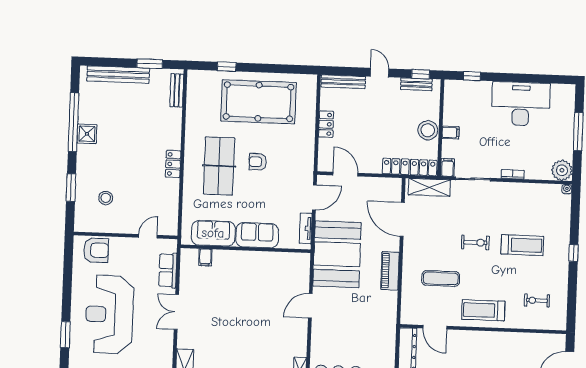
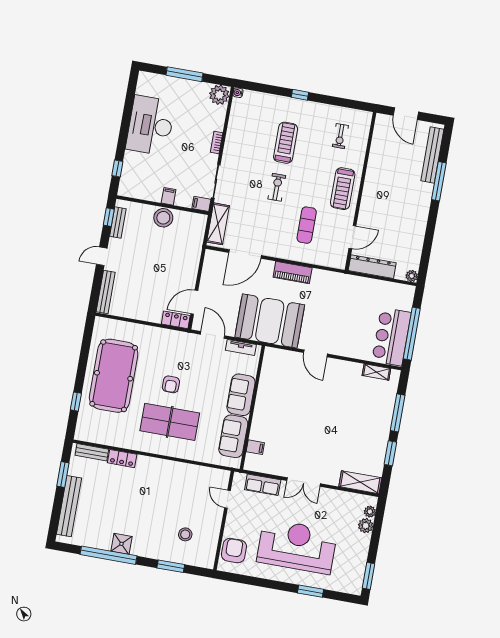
locker: (326, 124) -> (176, 320), moved
locker: (173, 164) -> (122, 459), moved
locker: (410, 167) -> (196, 240), removed
reception desk: (109, 314) -> (297, 546), turned 180

